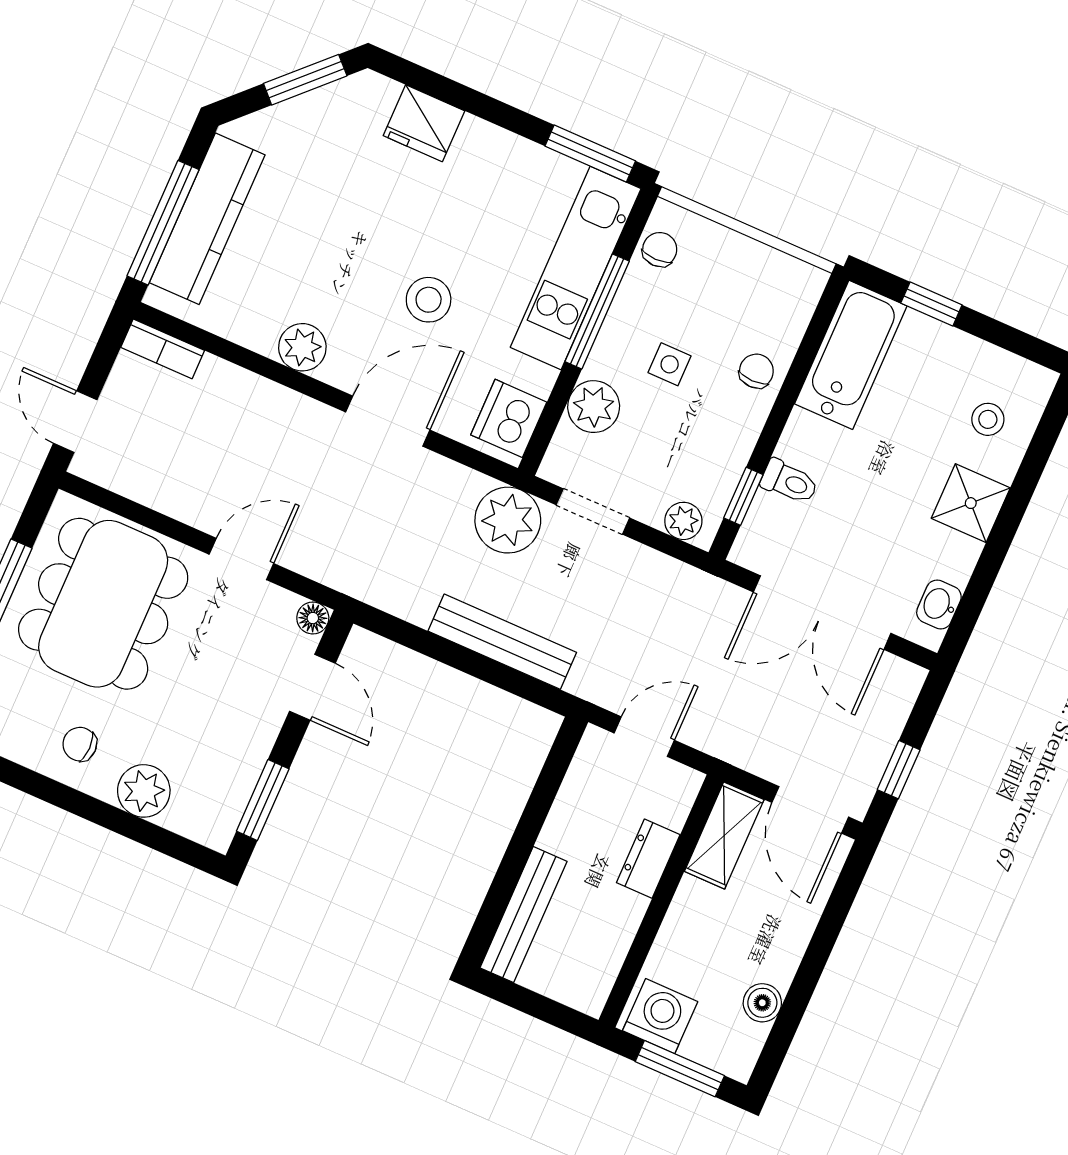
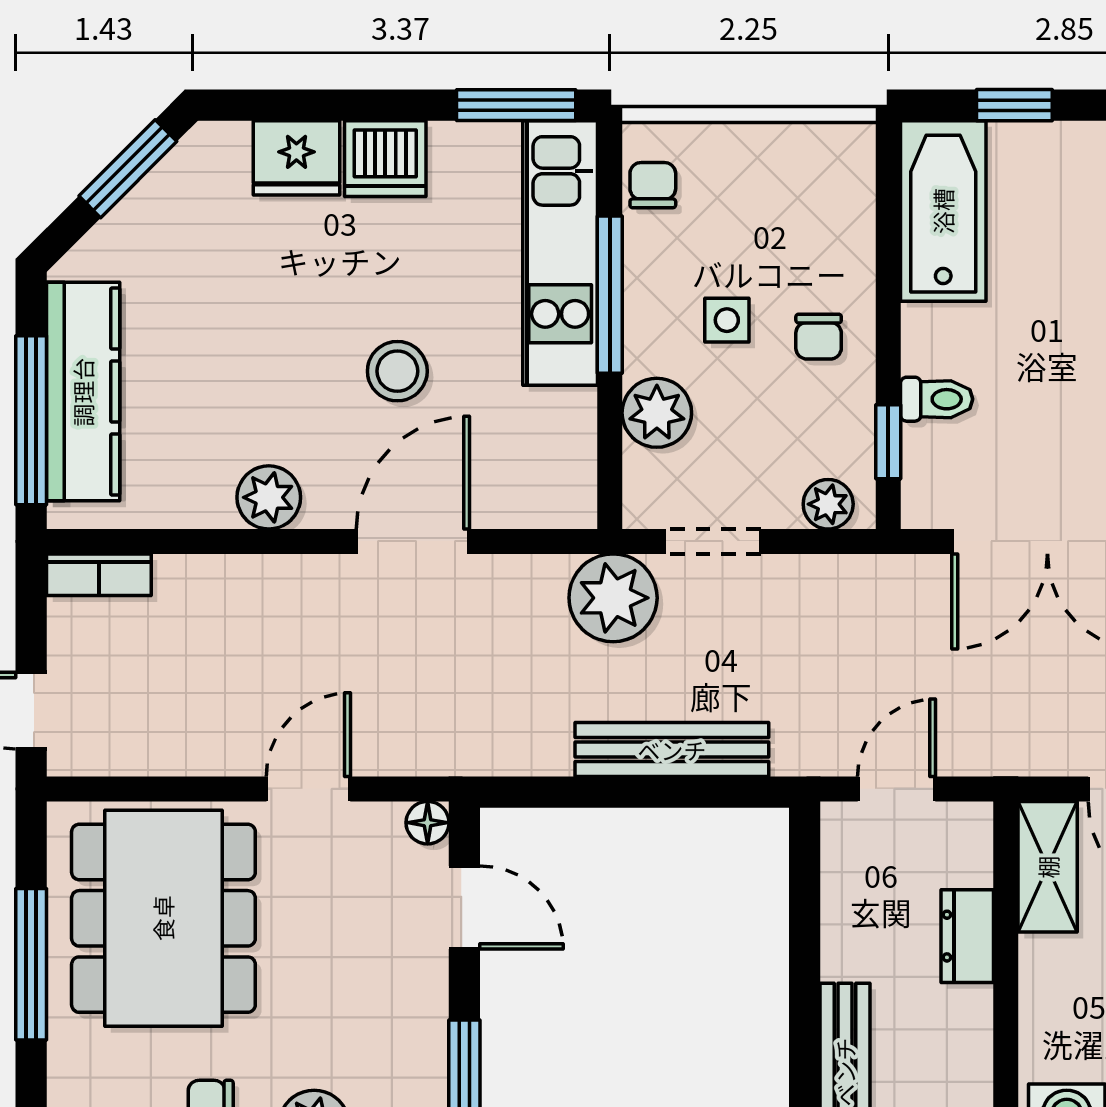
chair: (756, 371) -> (819, 337), moved, turned 180
dishwasher: (509, 418) -> (385, 159), moved, turned -90

